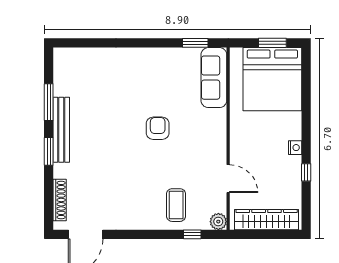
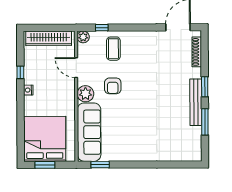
sofa: (214, 78) -> (89, 132), width x1.36, depth x1.27
armchair: (158, 128) -> (113, 86), moved
plant: (215, 142) -> (85, 94), added

